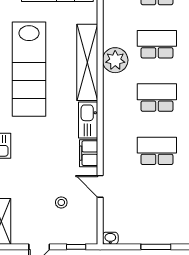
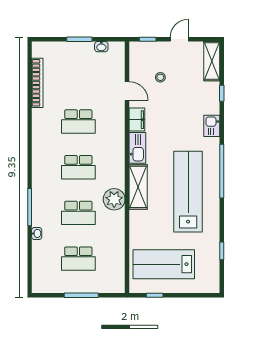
shelving: (87, 62) -> (138, 187), width x0.68
washbasin: (110, 238) -> (101, 47), moved

